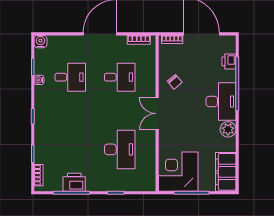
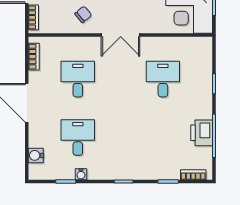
water cooler: (40, 42) -> (36, 155), moved
desk: (120, 149) -> (163, 79), width x0.73

